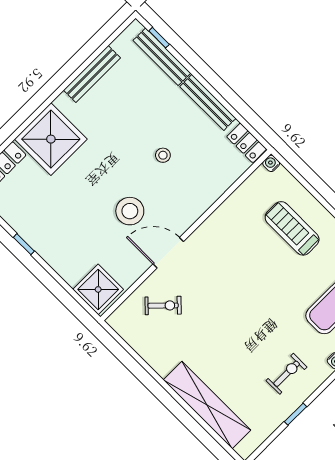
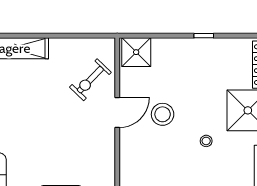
stool: (163, 155) -> (206, 141), moved
exercise bike: (163, 306) -> (90, 80), width x1.38, depth x1.39

